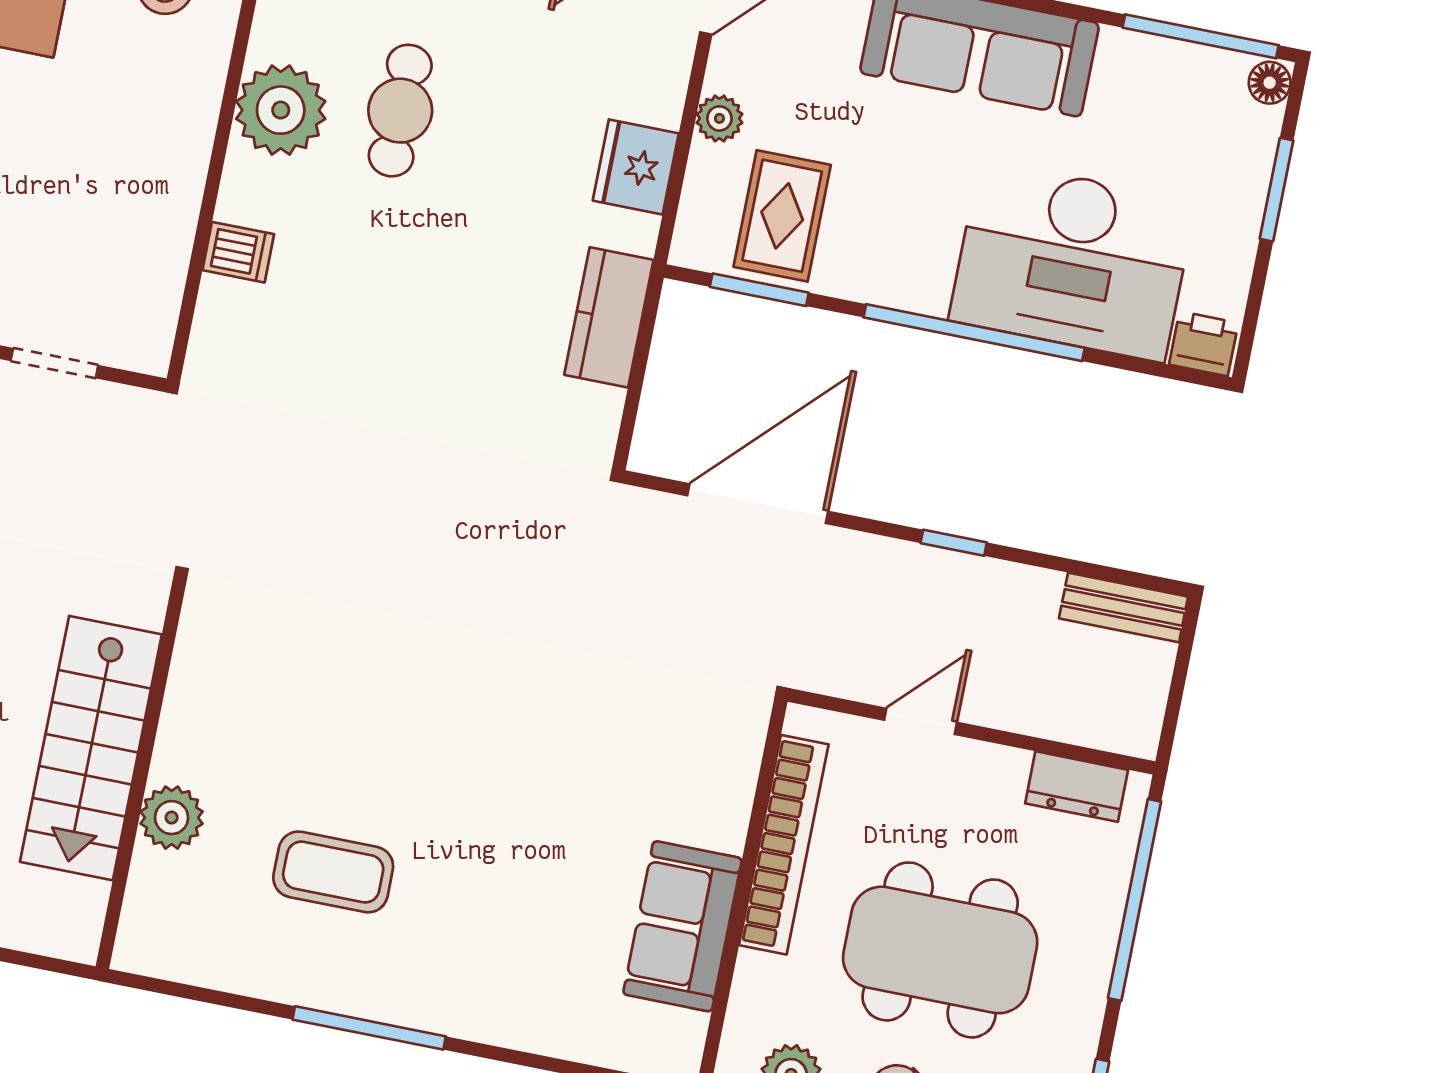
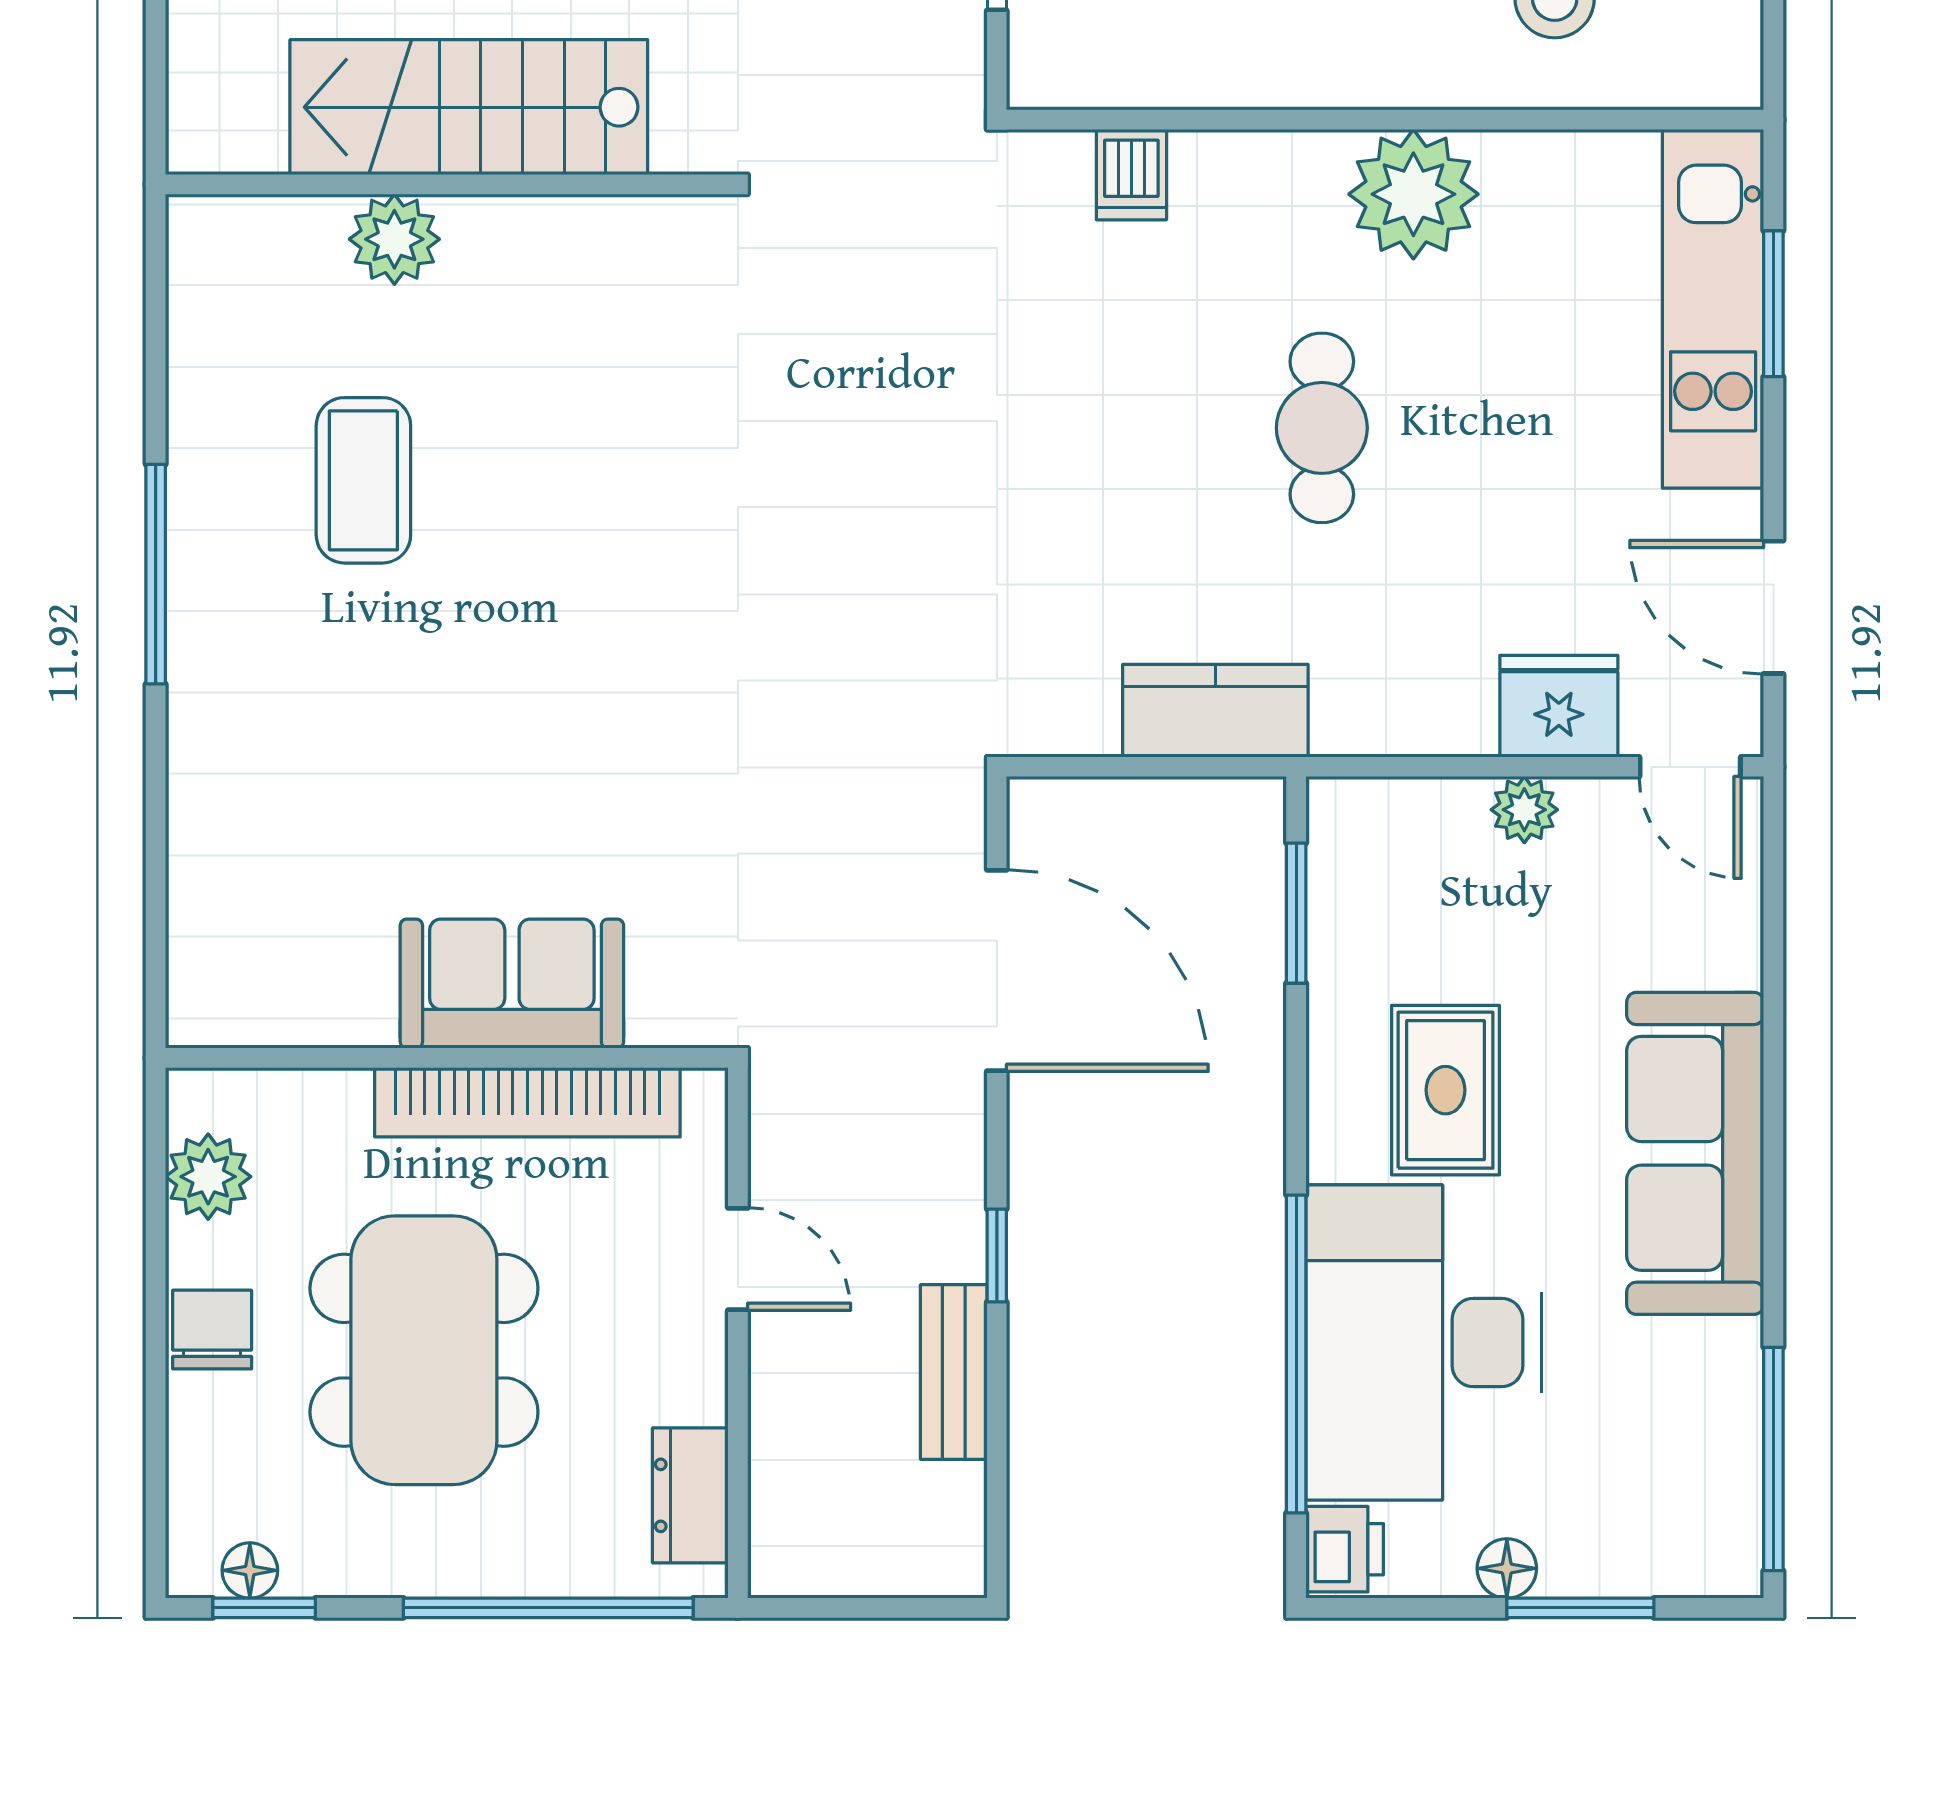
floor lamp: (1270, 83) -> (1507, 1568), moved
cafe table: (400, 111) -> (1322, 428), moved, turned 90
fridge: (636, 167) -> (1559, 706), moved
rug: (782, 216) -> (1446, 1090), moved, turned 90
dishwasher: (238, 252) -> (1131, 175), moved
window: (974, 333) -> (1296, 1354), moved
bench: (1124, 607) -> (954, 1372), moved
sofa: (683, 926) -> (512, 984), moved

